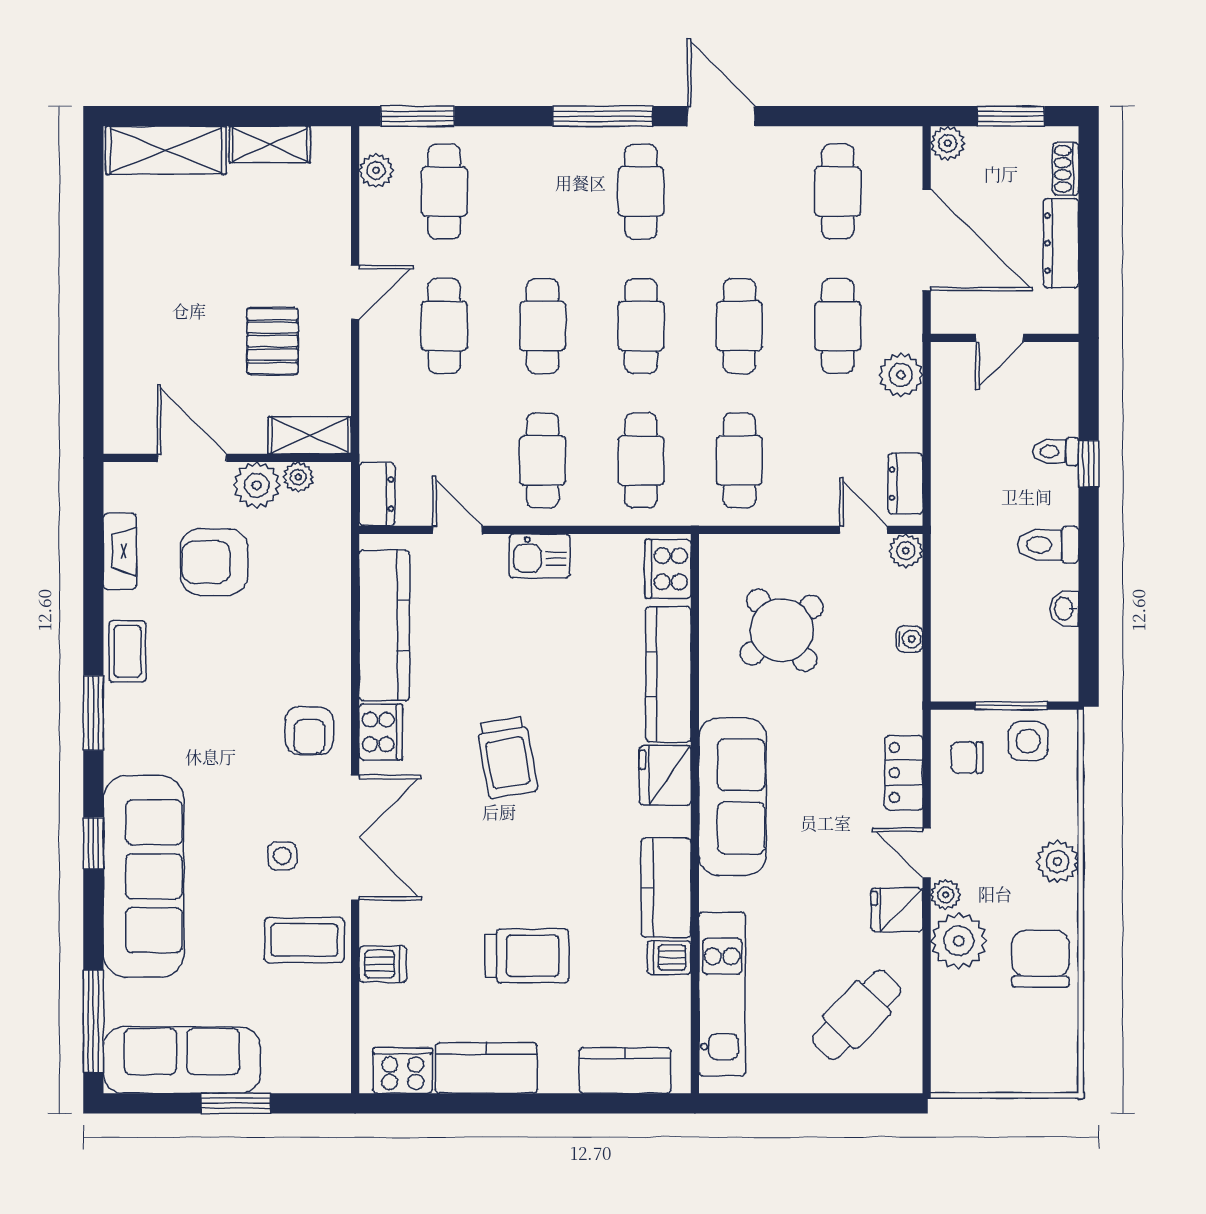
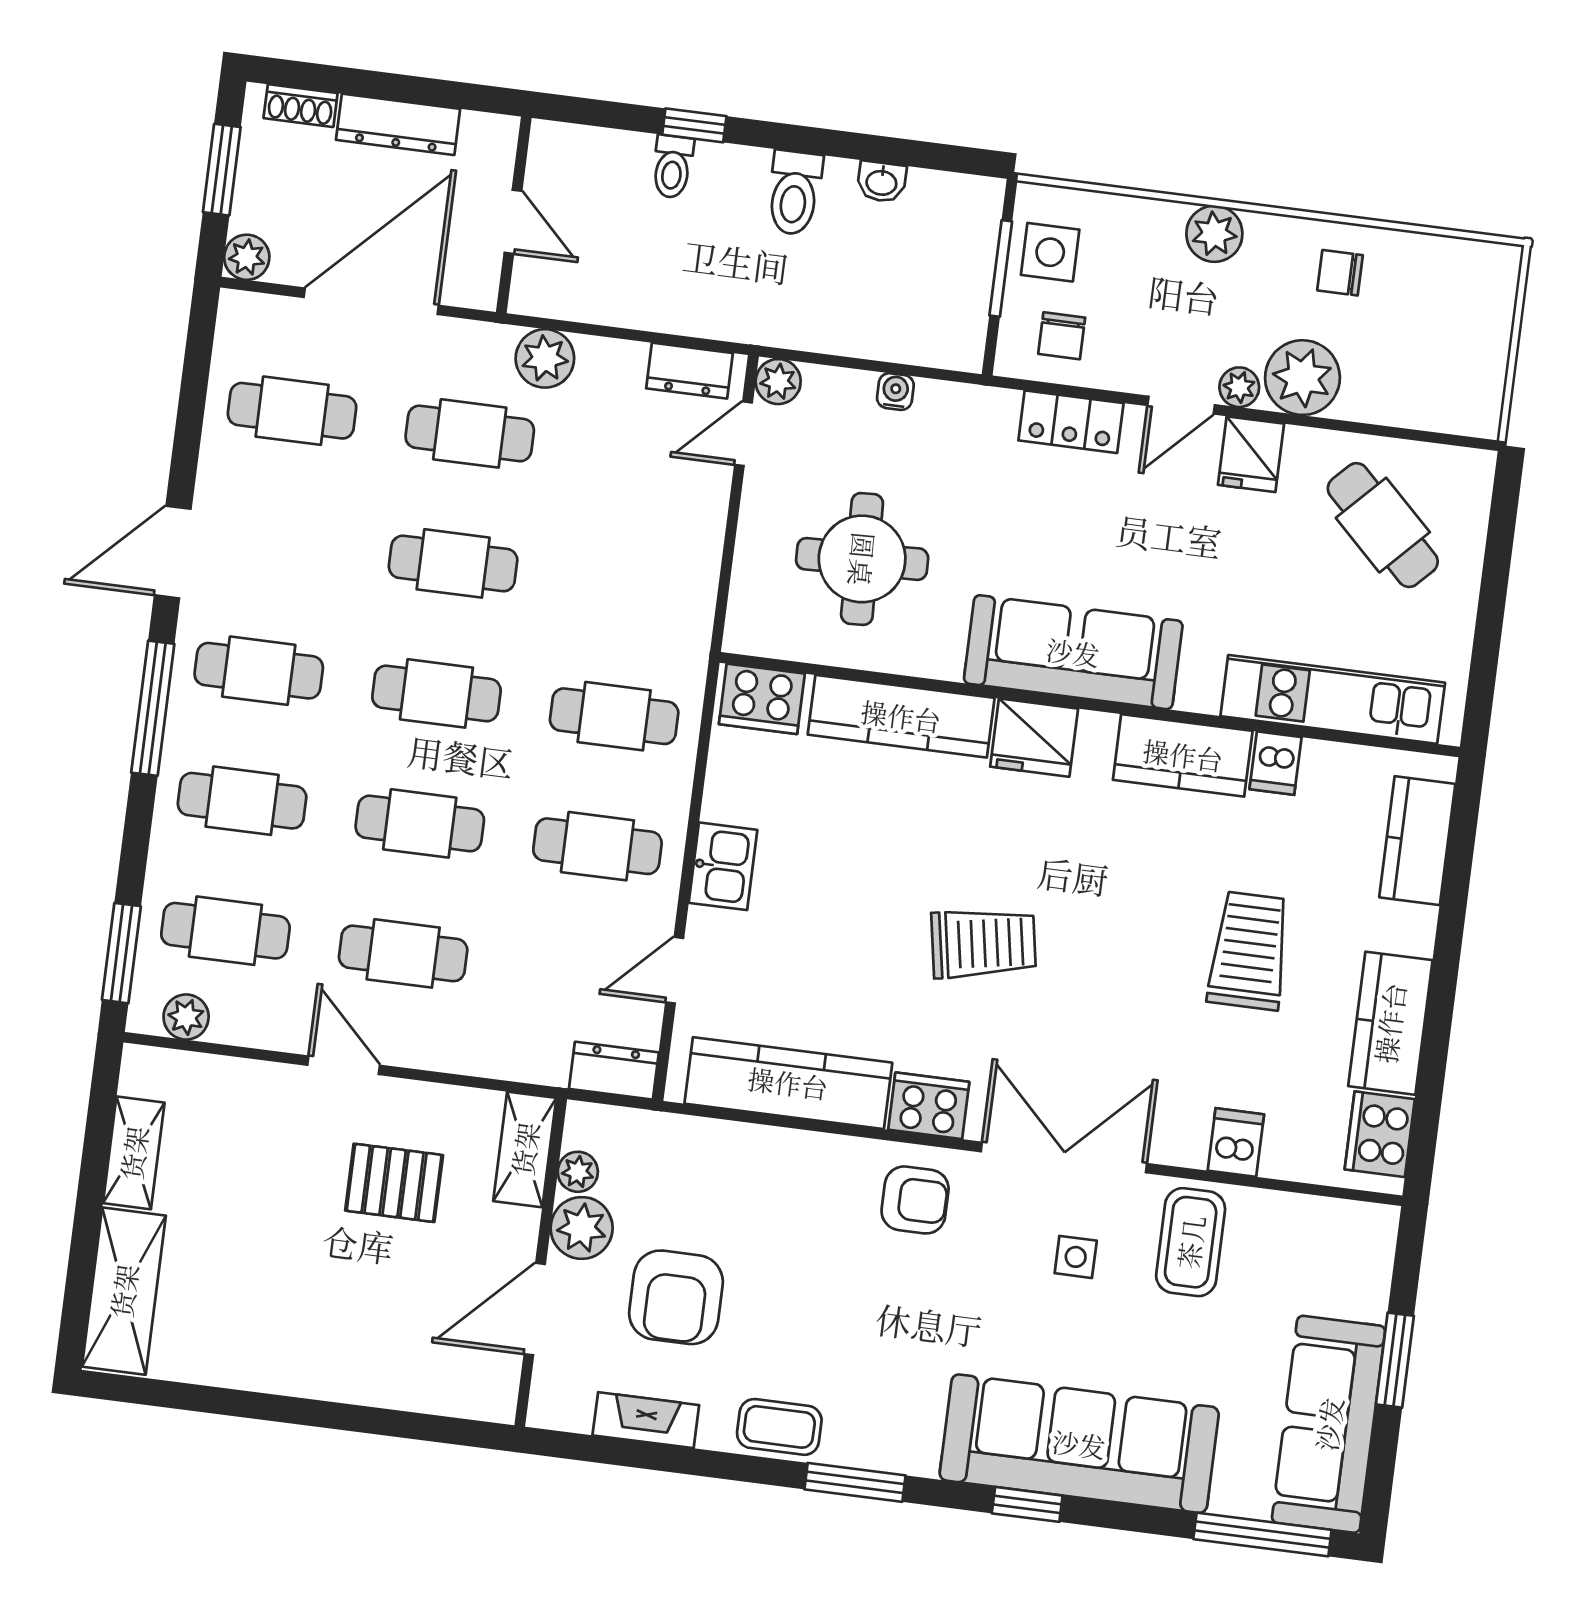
cafe table: (739, 461) -> (242, 801), moved
round table: (782, 630) -> (862, 559), turned 36
chair: (1040, 959) -> (1340, 273), width x0.54, depth x0.54

